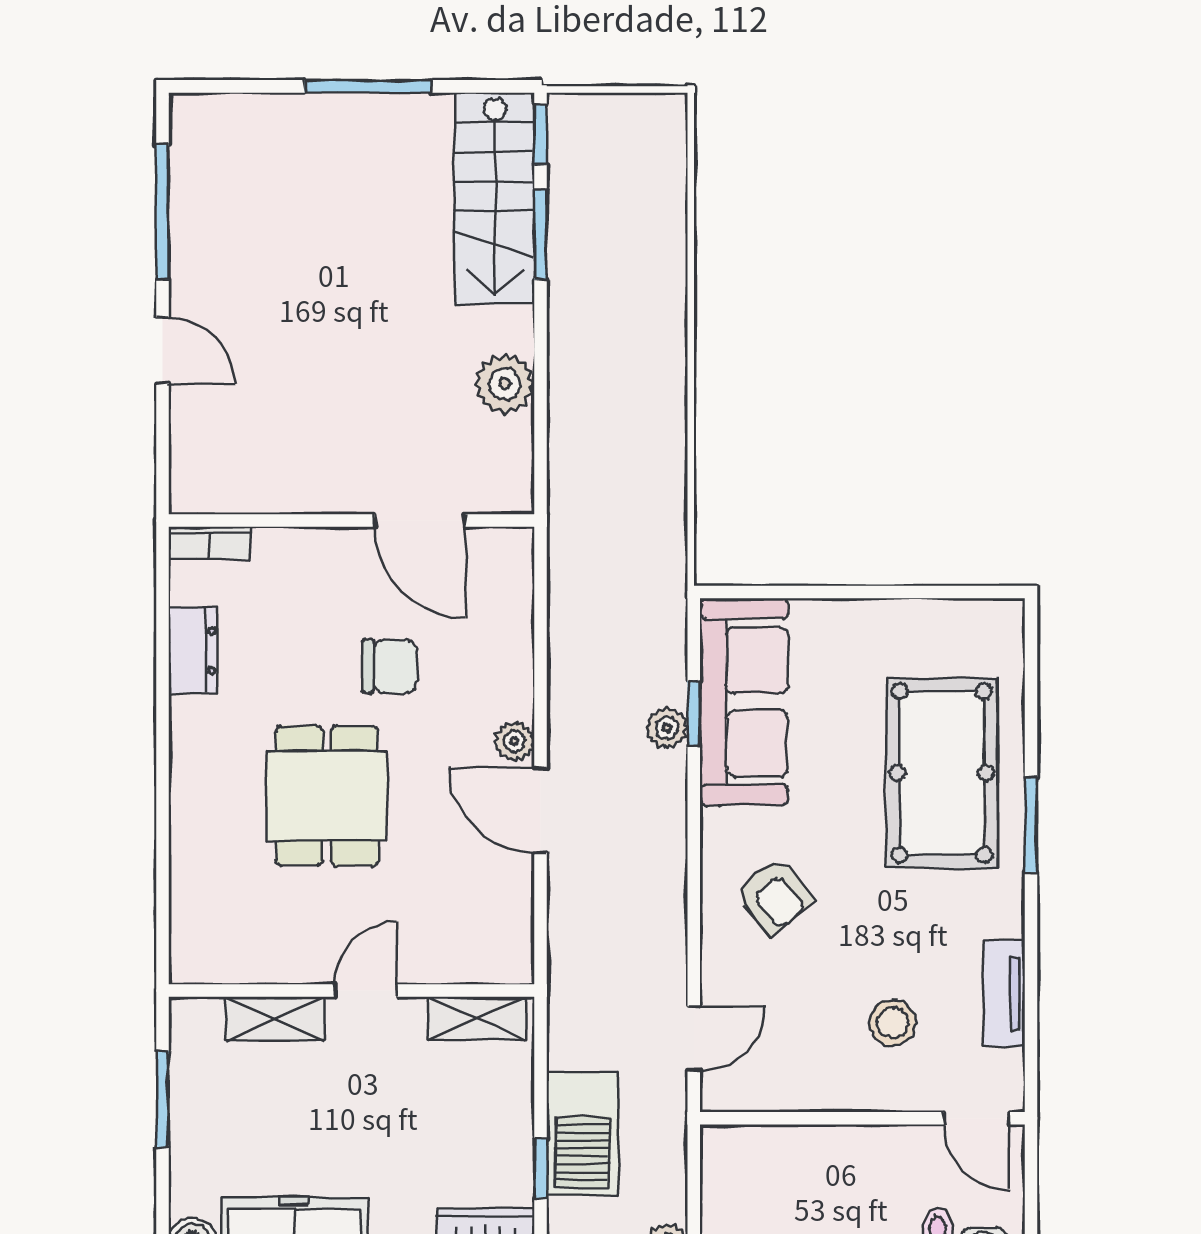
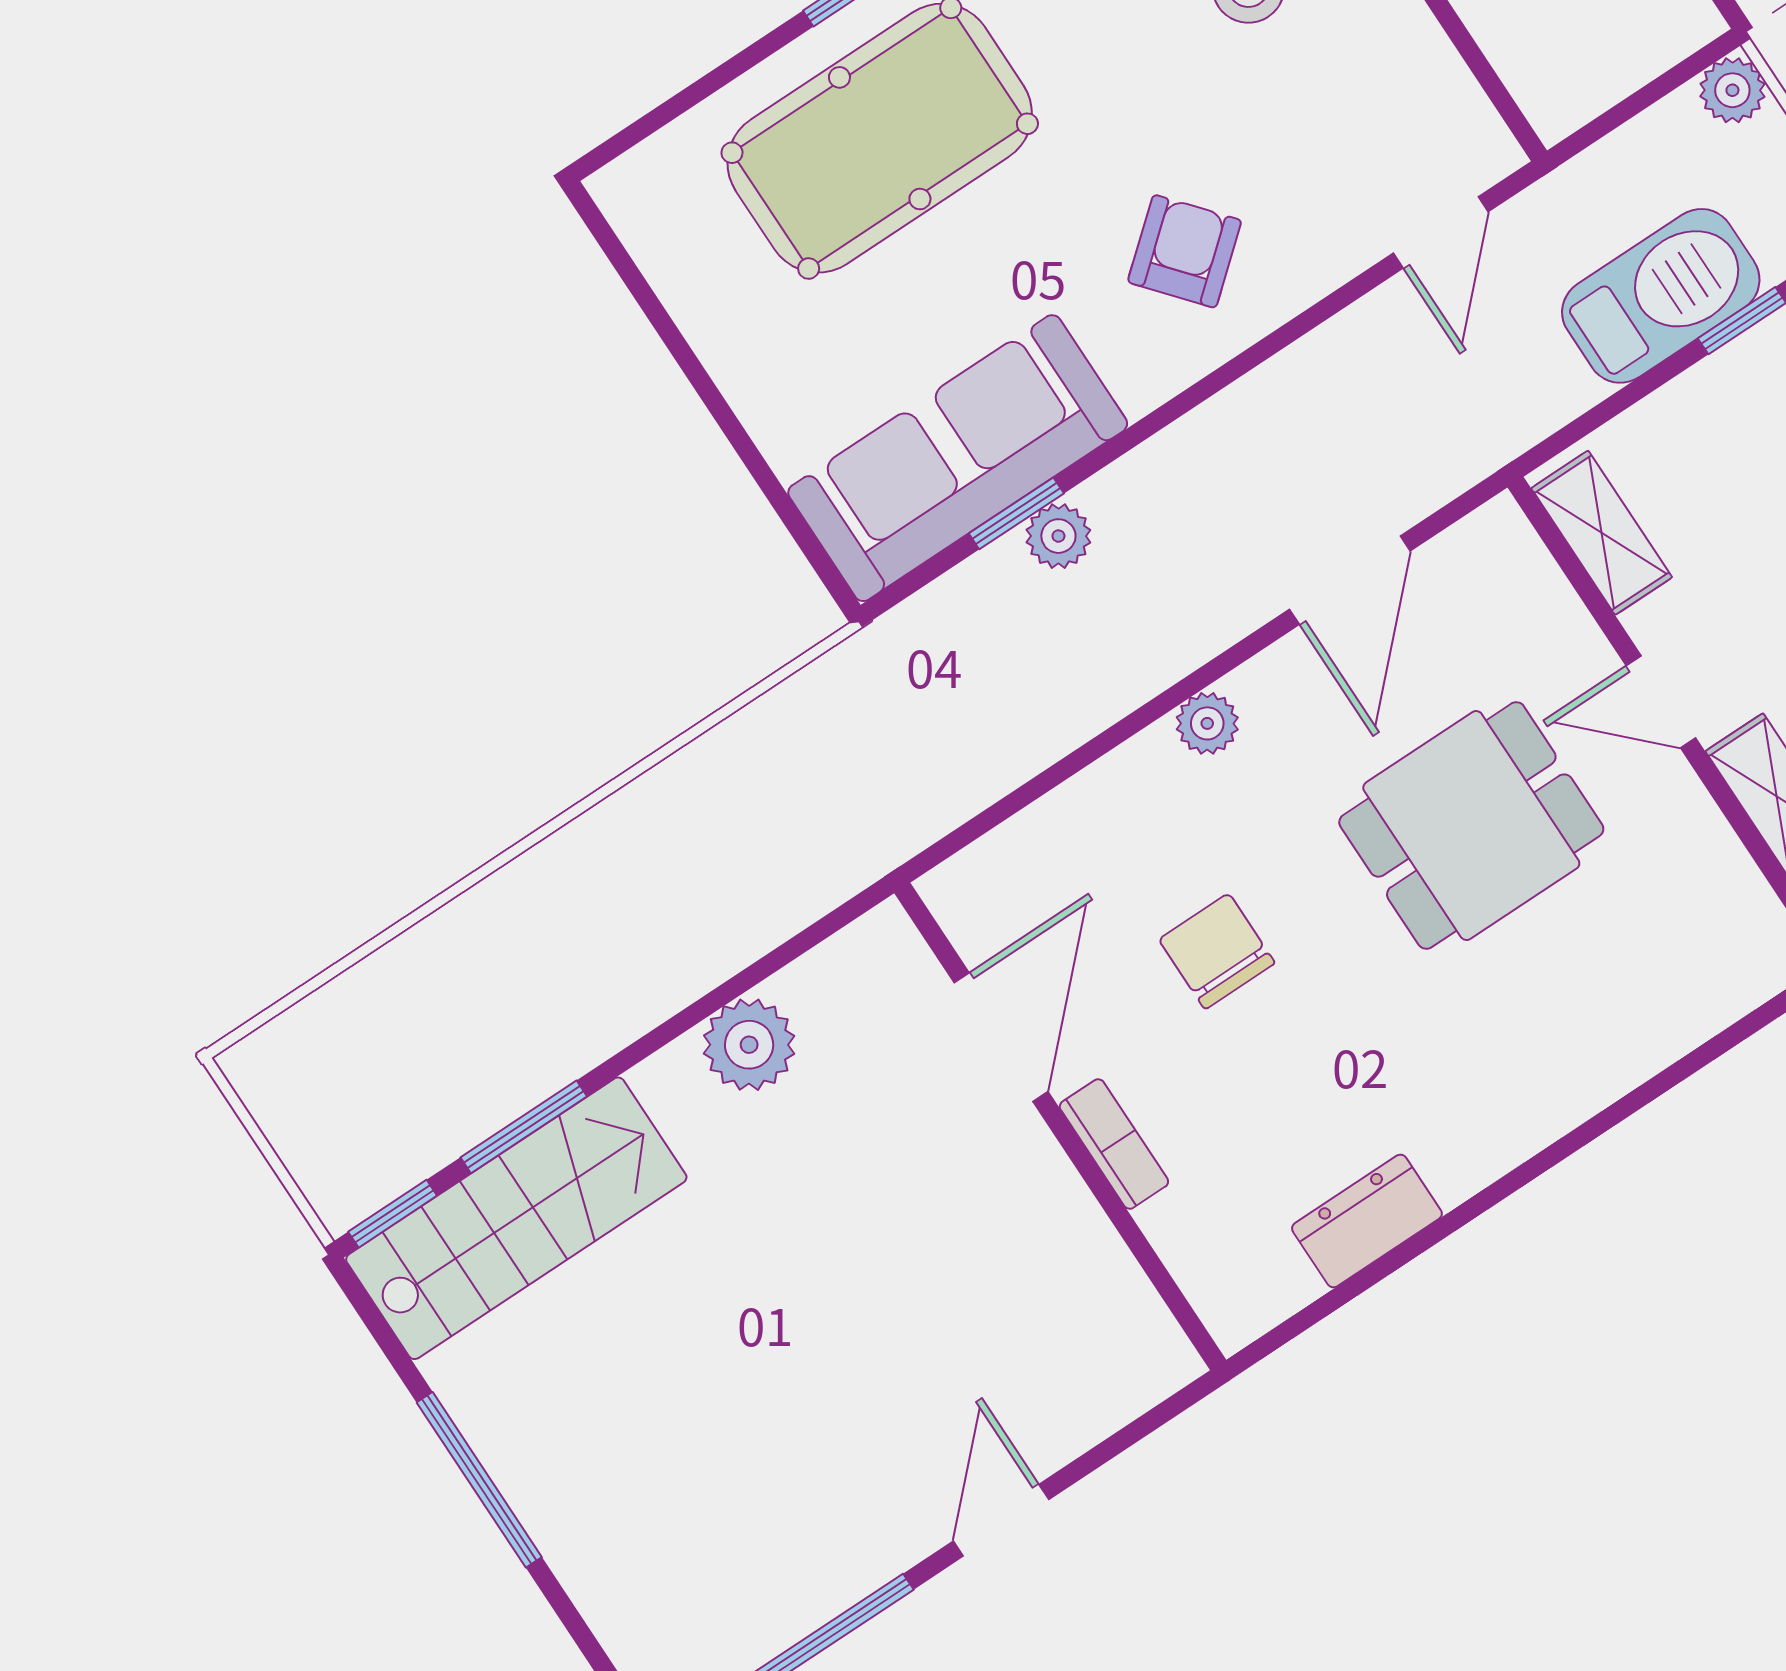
bookcase: (210, 543) -> (1114, 1144), moved
dining table: (327, 796) -> (1471, 826), moved
door: (541, 810) -> (1350, 580), moved
door: (694, 1039) -> (1441, 232), swing flipped

